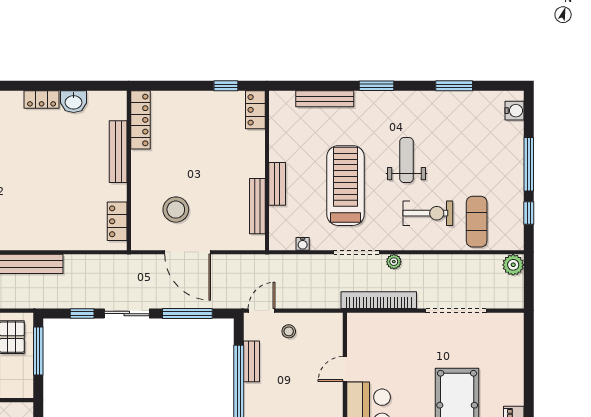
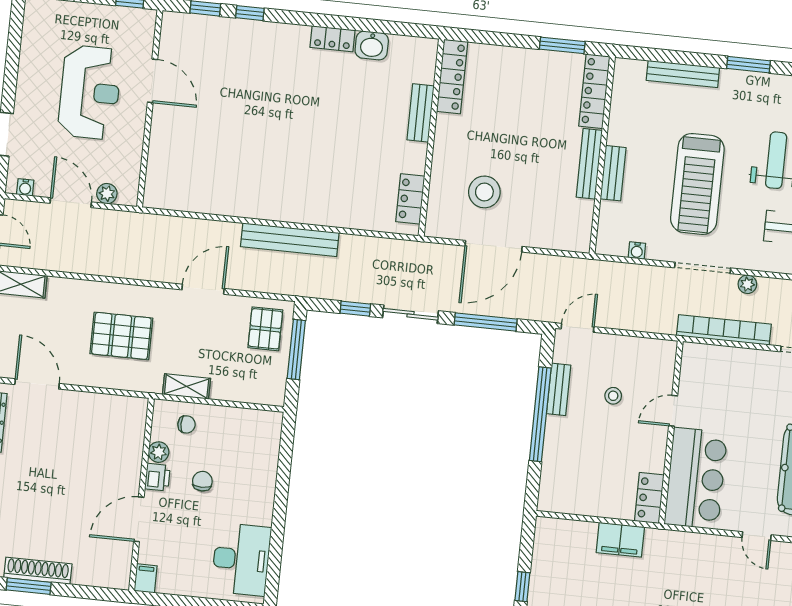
window: (226, 86) -> (562, 45), width x1.50
locker: (255, 110) -> (594, 91), width x1.53
bench: (118, 152) -> (421, 113), width x0.73
treadmill: (346, 186) -> (697, 184), turned 180
bench: (257, 206) -> (589, 164), moved
door: (188, 252) -> (494, 246), hinge flipped
stool: (289, 331) -> (613, 396), moved

